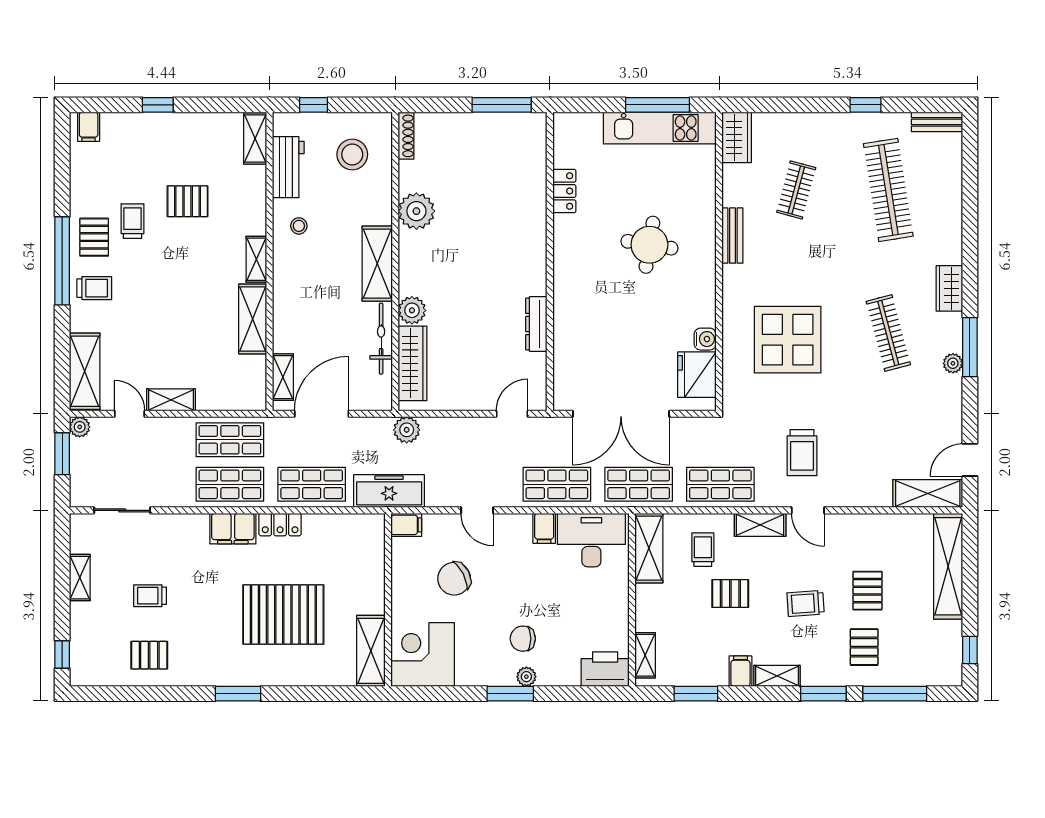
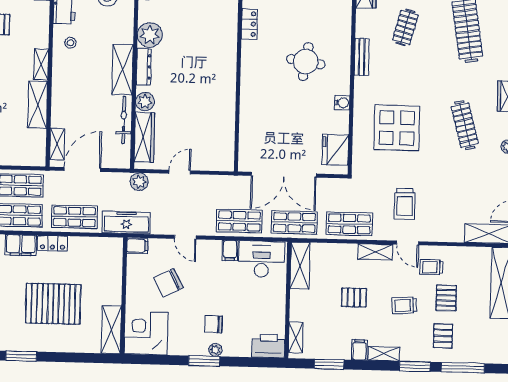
dresser: (536, 324) -> (144, 67), moved, turned 180
water cooler: (705, 339) -> (342, 103), moved
door: (512, 414) -> (180, 172), moved
trolley: (703, 550) -> (431, 267), moved, turned -90

